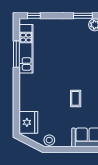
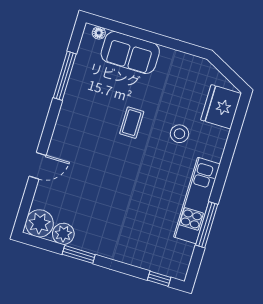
kitchen unit: (26, 49) -> (197, 200), moved
stool: (49, 140) -> (179, 134), moved

